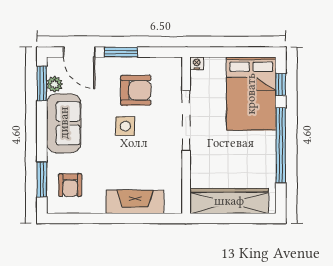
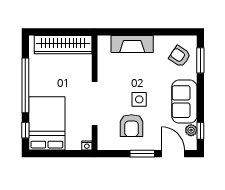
window: (42, 83) -> (200, 131), width x0.67
armchair: (136, 90) -> (132, 126), turned -90
armchair: (70, 185) -> (180, 56), turned -56

